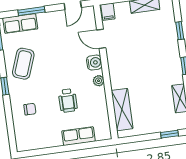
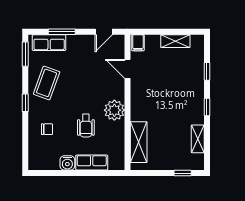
water cooler: (94, 63) -> (67, 163), moved, turned 90
plant: (99, 81) -> (114, 110), width x1.87, depth x1.87

